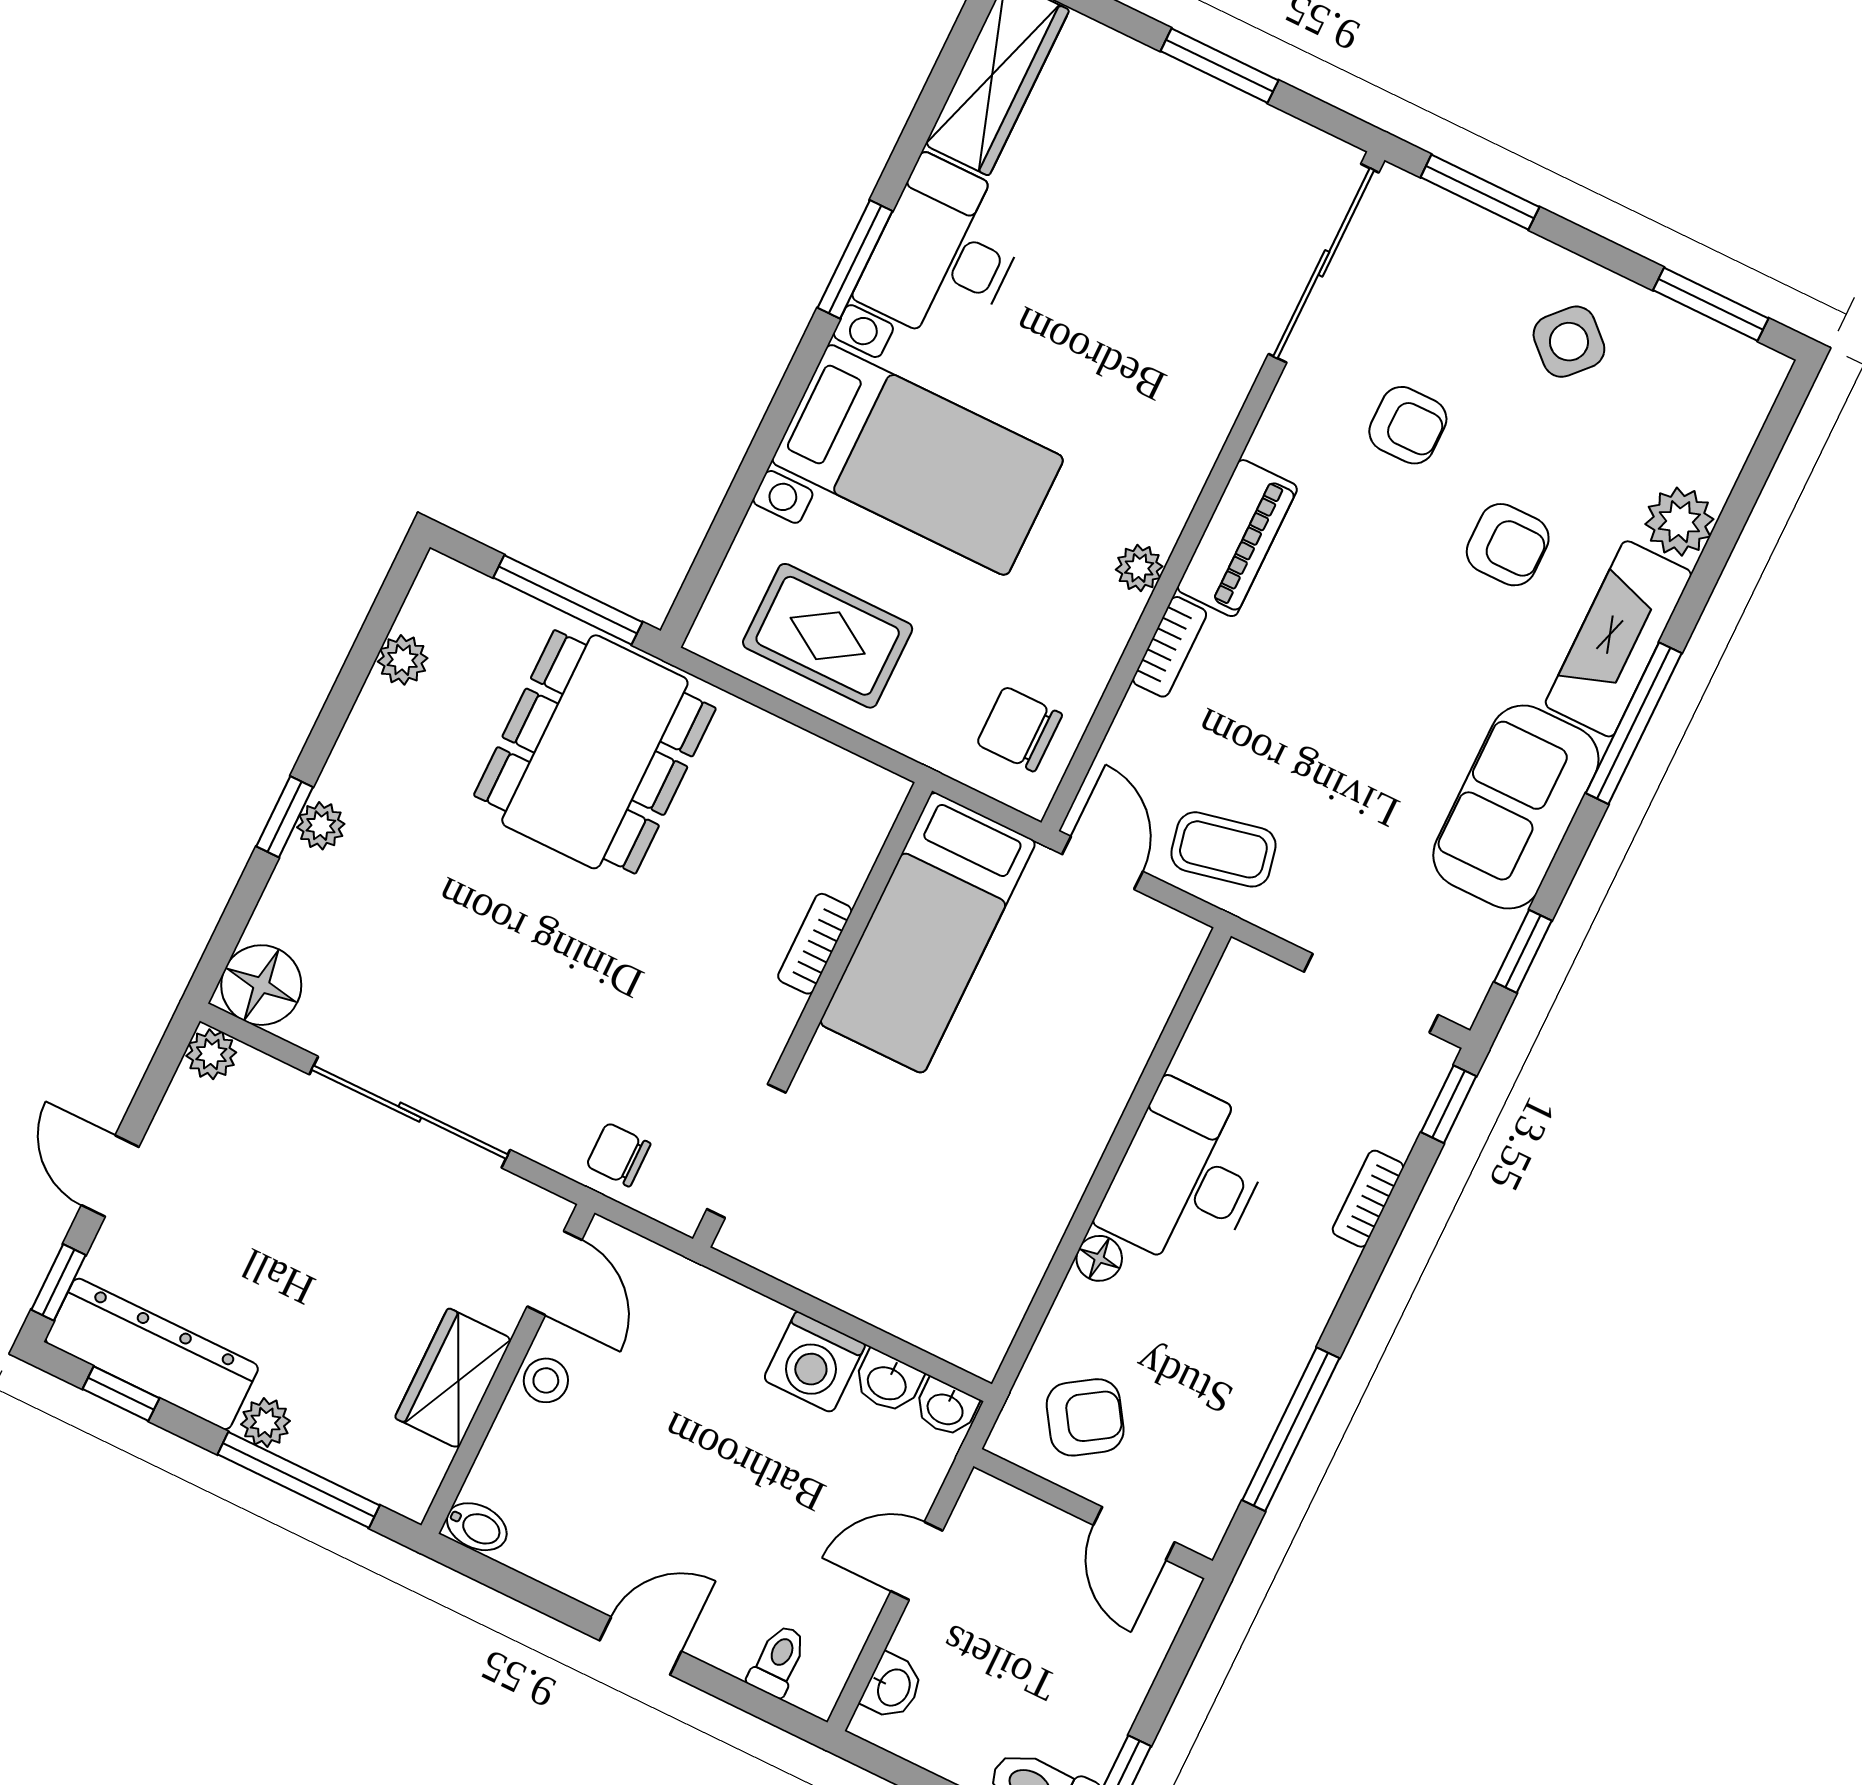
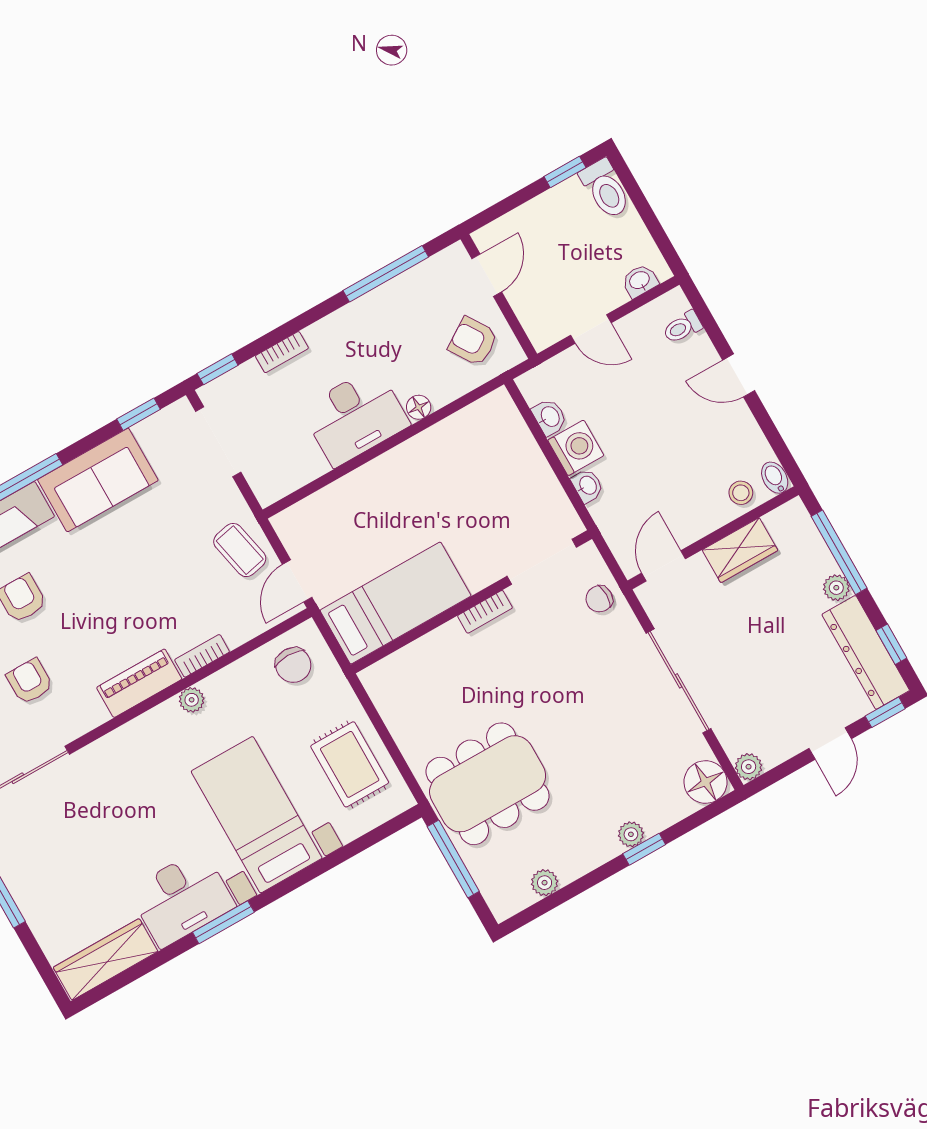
bookcase: (815, 944) -> (485, 612), moved
chair: (618, 1155) -> (599, 599), turned 90
stool: (546, 1380) -> (741, 493), moved
washbasin: (946, 1408) -> (587, 486), moved

